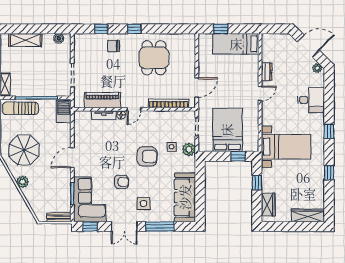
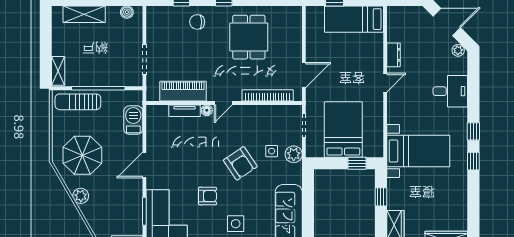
barbecue: (64, 111) -> (133, 120), moved
armchair: (147, 156) -> (240, 163), turned 56
window: (329, 173) -> (473, 161), moved

